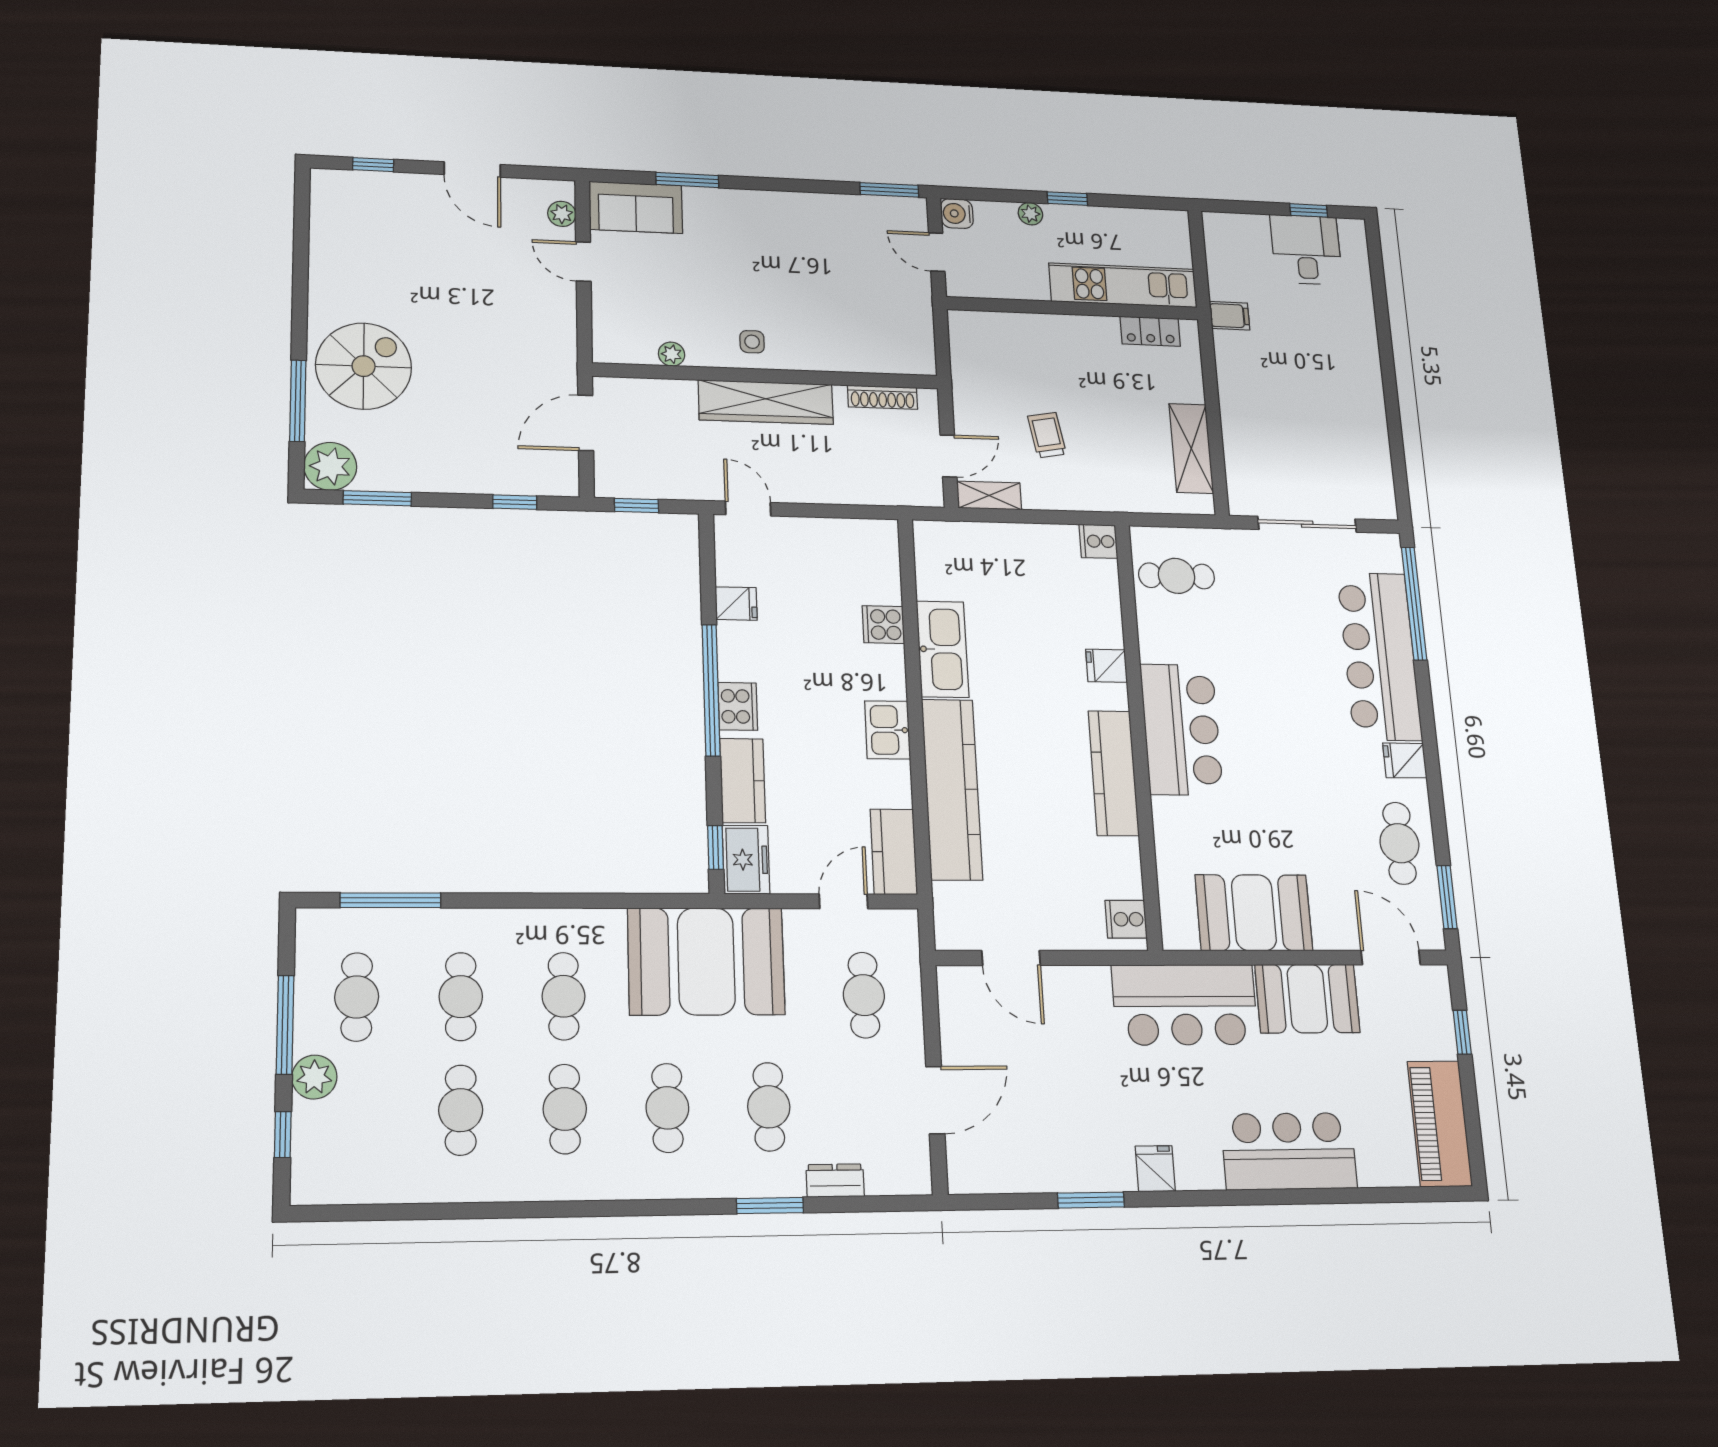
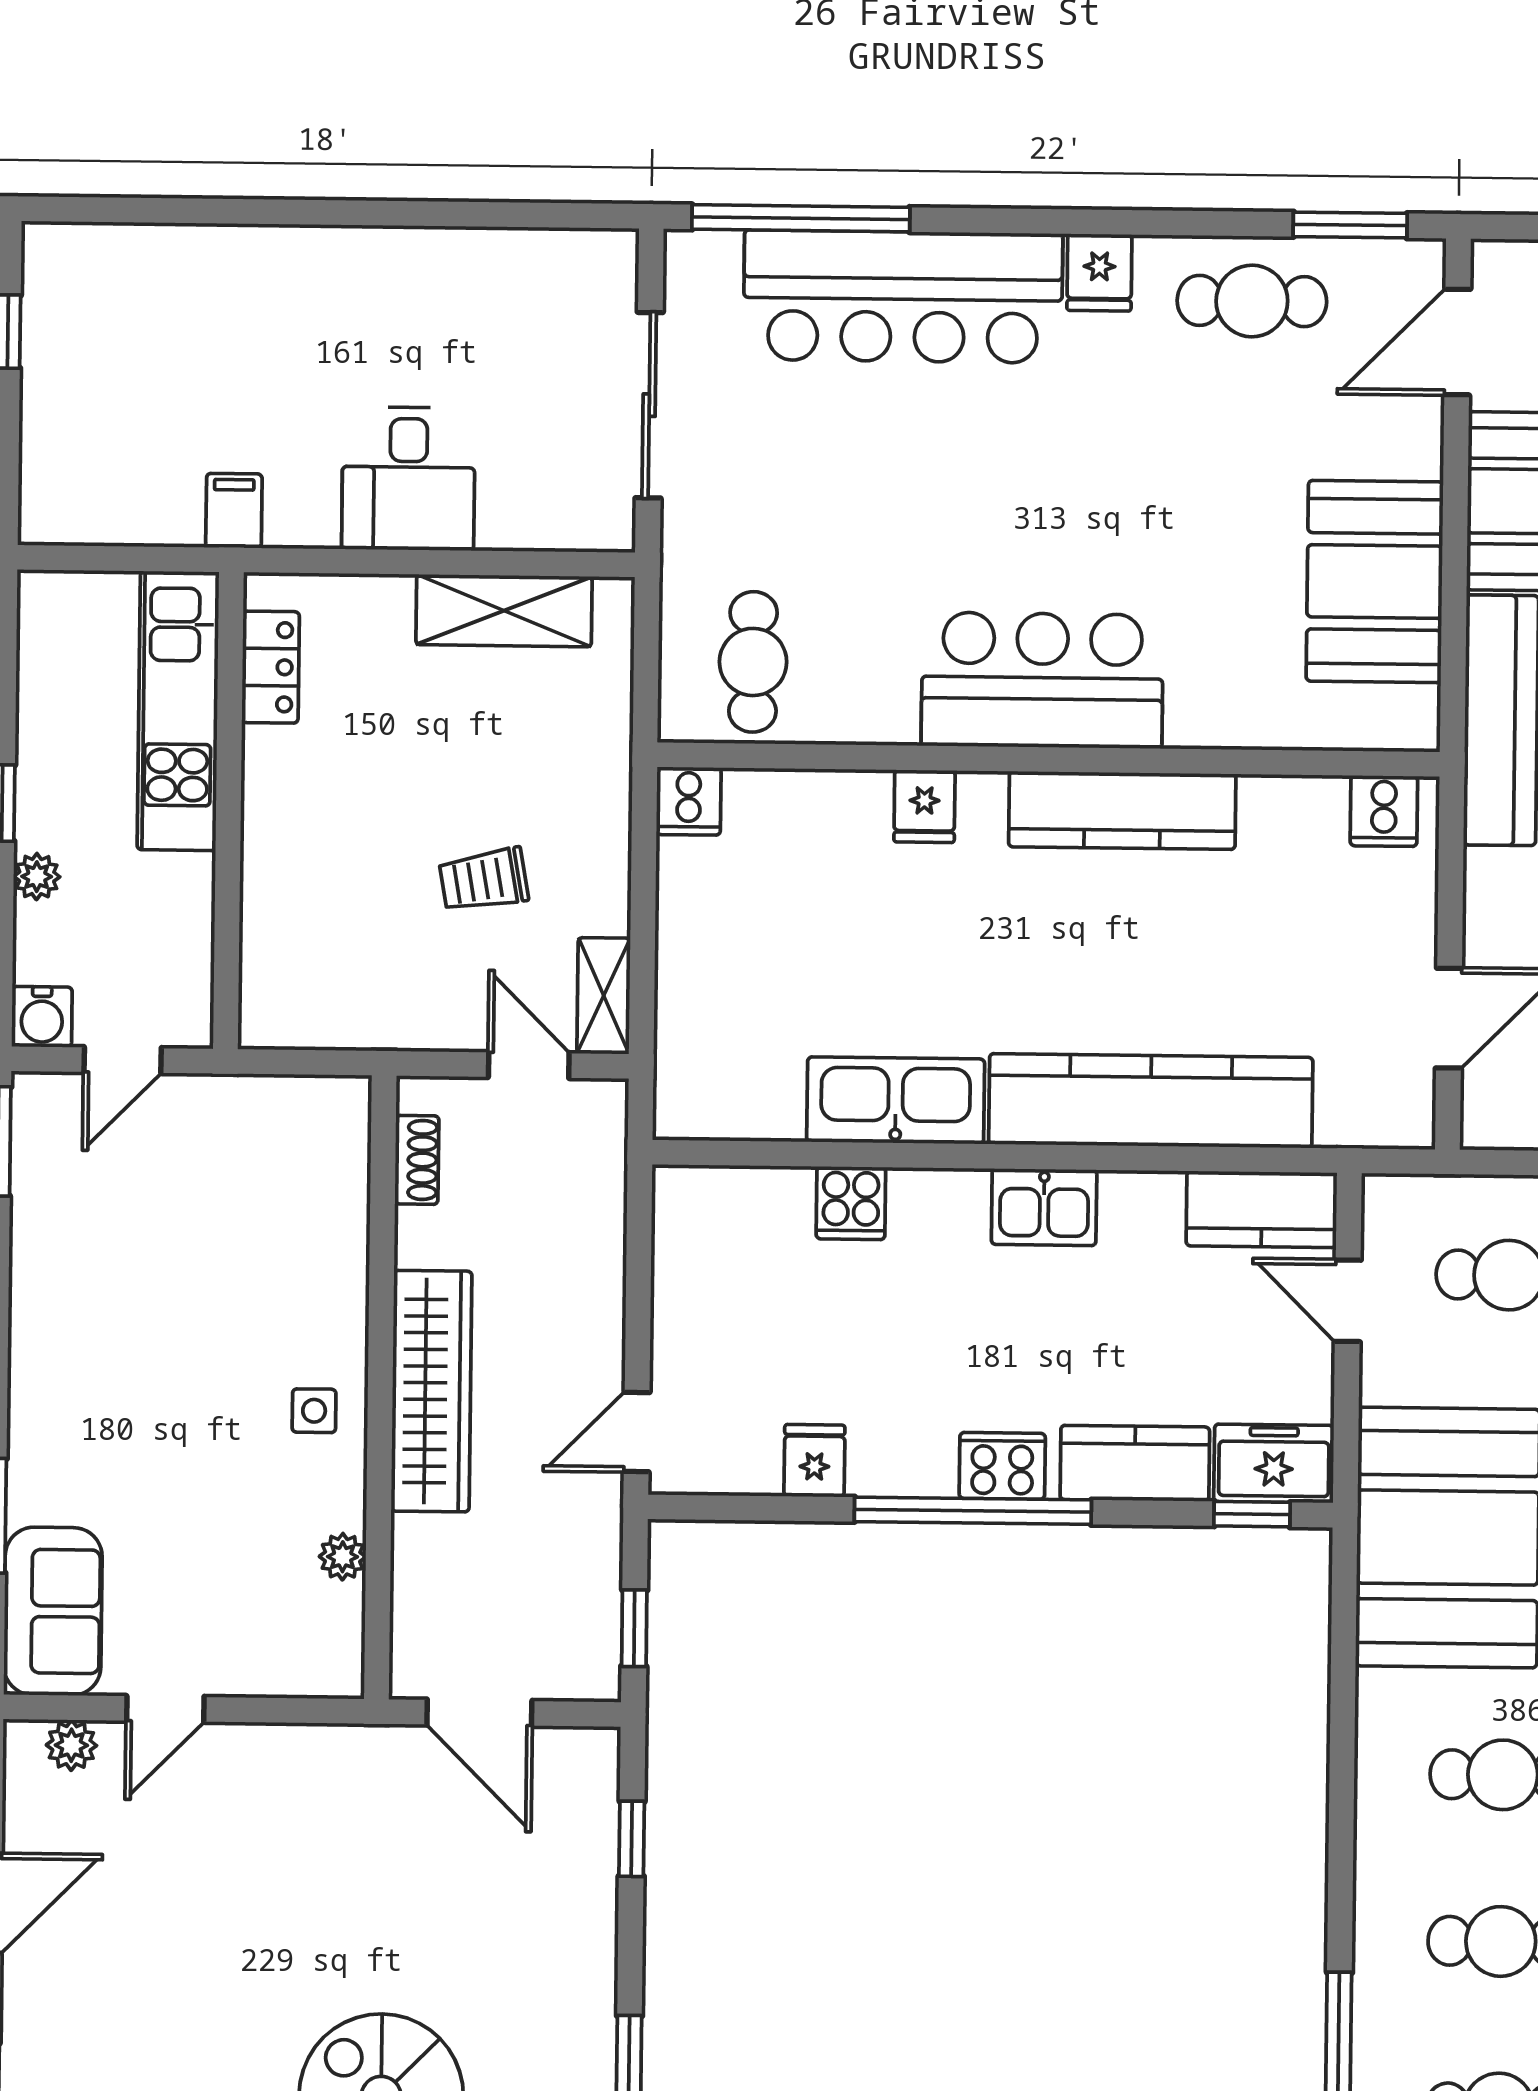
desk: (1306, 250) -> (408, 479), moved, turned -90
shoe rack: (882, 397) -> (417, 1160), width x0.70

